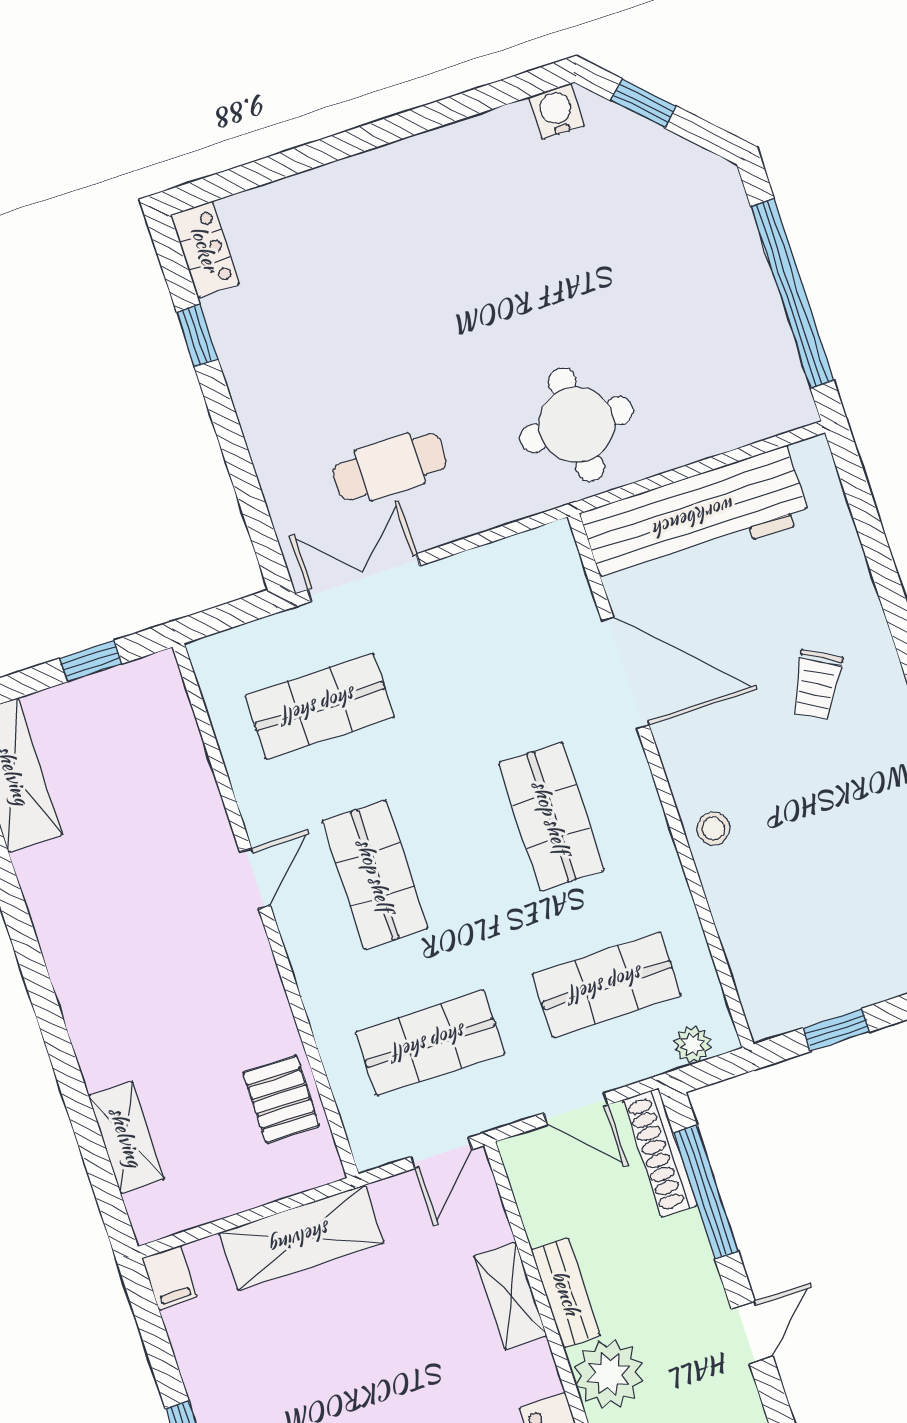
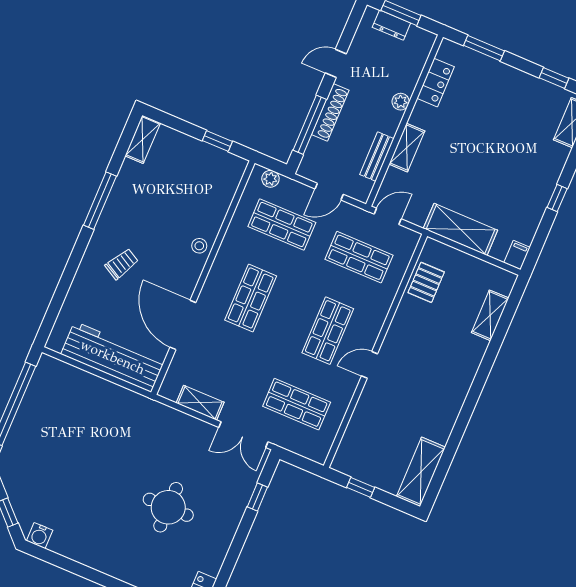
window: (197, 336) -> (257, 497), moved
round table: (576, 425) -> (168, 507), moved
cafe table: (390, 467) -> (202, 464), removed
shelving: (483, 568) -> (200, 403), added
door: (576, 1109) -> (329, 192), swing flipped
shoe rack: (660, 1153) -> (330, 112), moved
bench: (566, 1293) -> (377, 157), moved
plant: (609, 1374) -> (401, 102), width x0.53, depth x0.53

